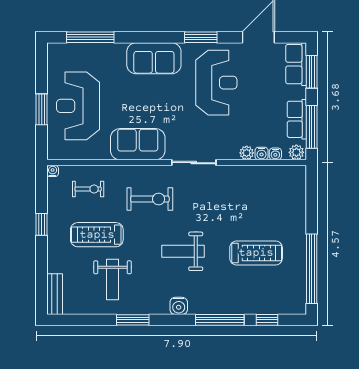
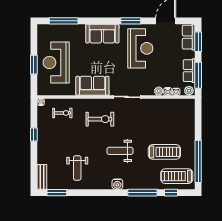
treadmill: (97, 235) -> (177, 176), moved
window: (133, 320) -> (57, 193), moved

